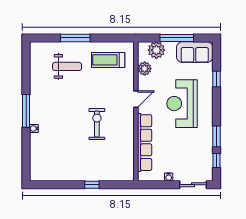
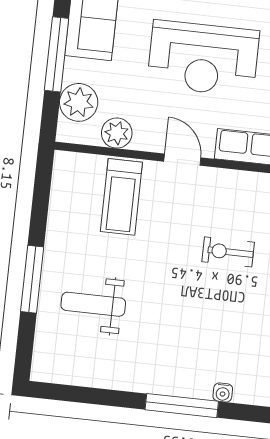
treadmill: (108, 60) -> (121, 197), moved
weight bench: (67, 66) -> (93, 304), turned -90
exercise bike: (97, 124) -> (228, 252), width x0.73, depth x0.72

